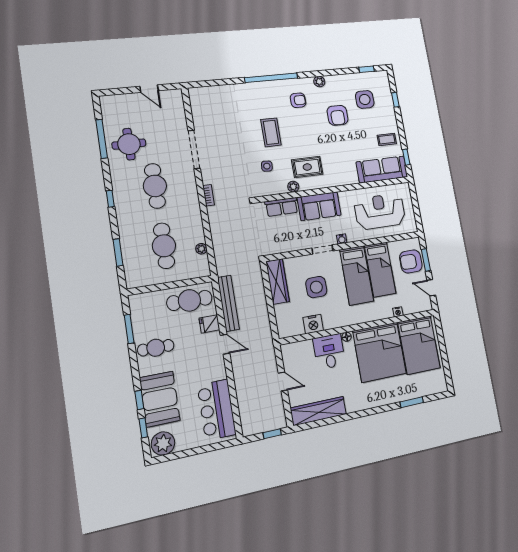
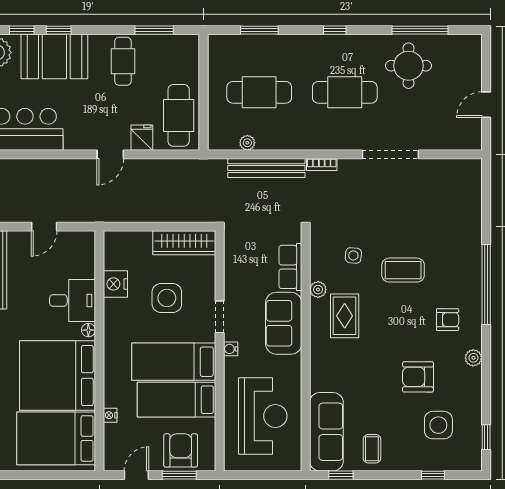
armchair: (298, 100) -> (448, 320), turned -90
bench: (228, 303) -> (266, 168), moved

